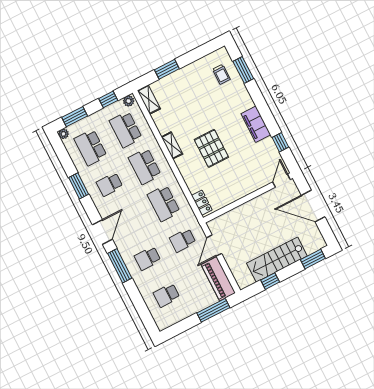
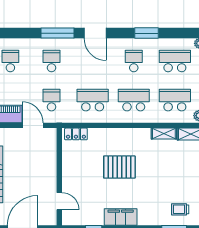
shelving: (172, 145) -> (164, 134), moved
door: (281, 181) -> (59, 201), moved

